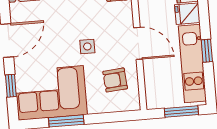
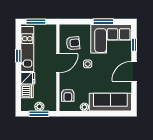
door: (138, 43) -> (58, 63), swing flipped

